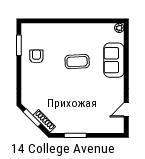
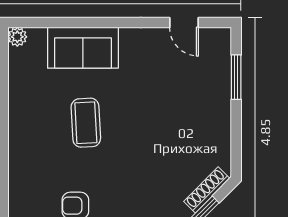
window: (75, 135) -> (236, 77), moved

